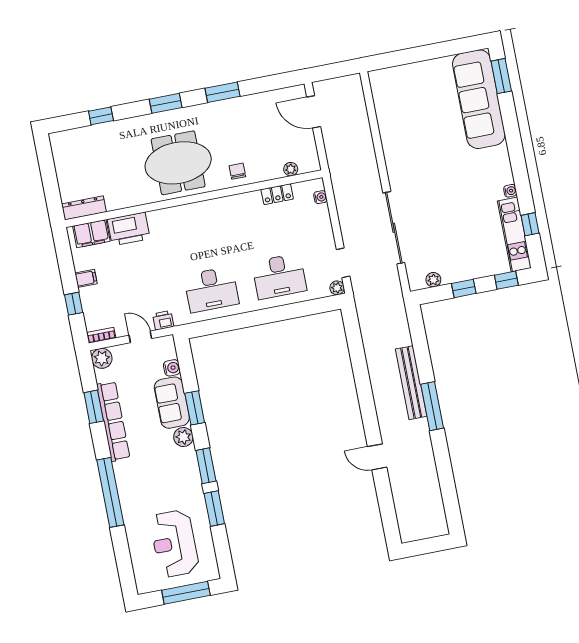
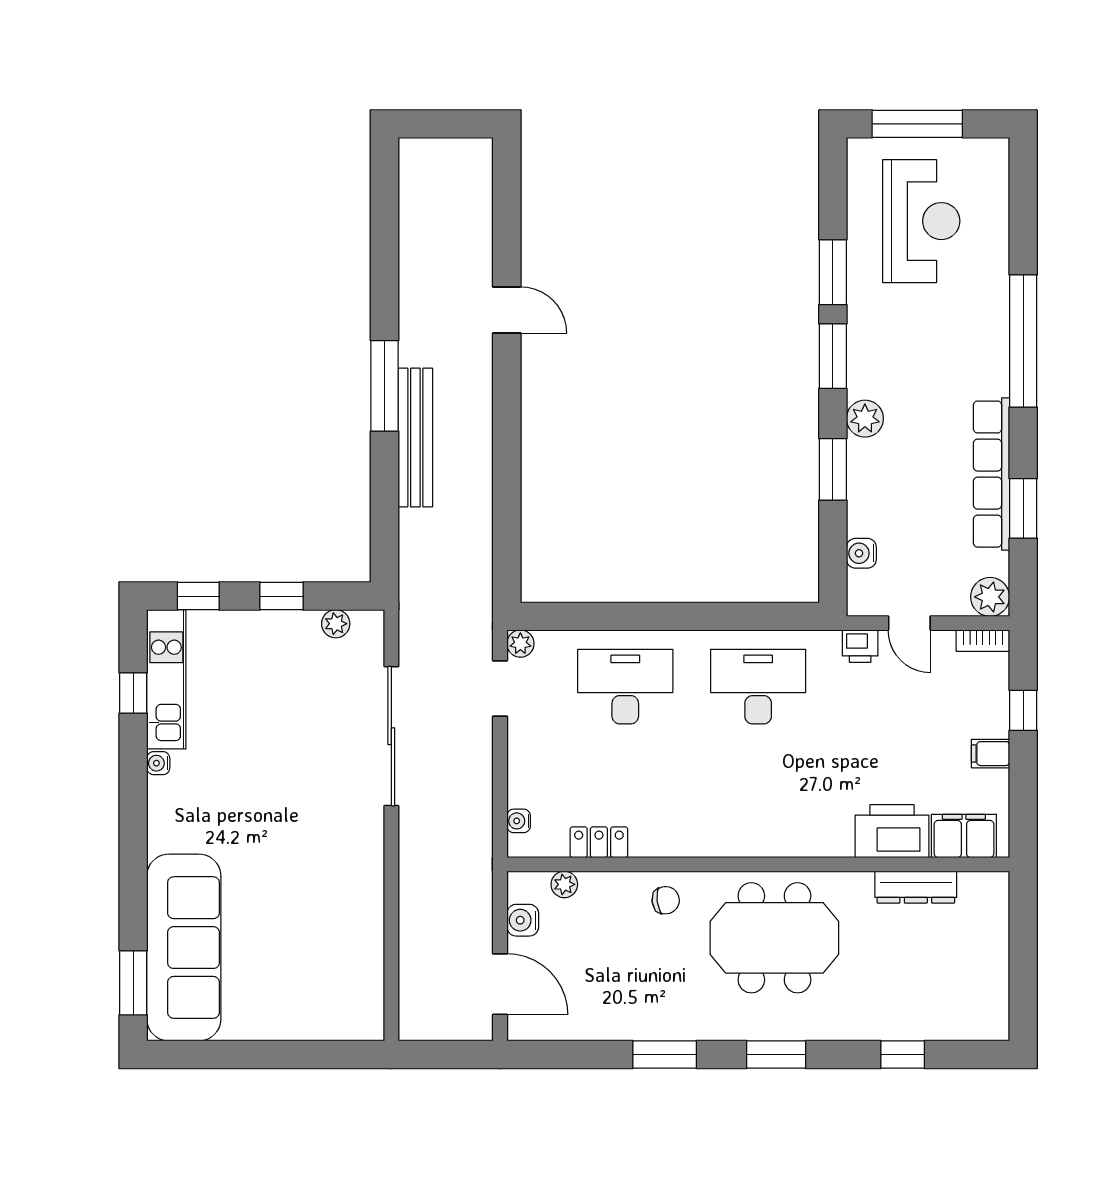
water cooler: (308, 147) -> (523, 920), added
chair: (237, 171) -> (666, 900), turned -97
dresser: (84, 208) -> (916, 887), moved
sofa: (172, 403) -> (874, 488), removed

